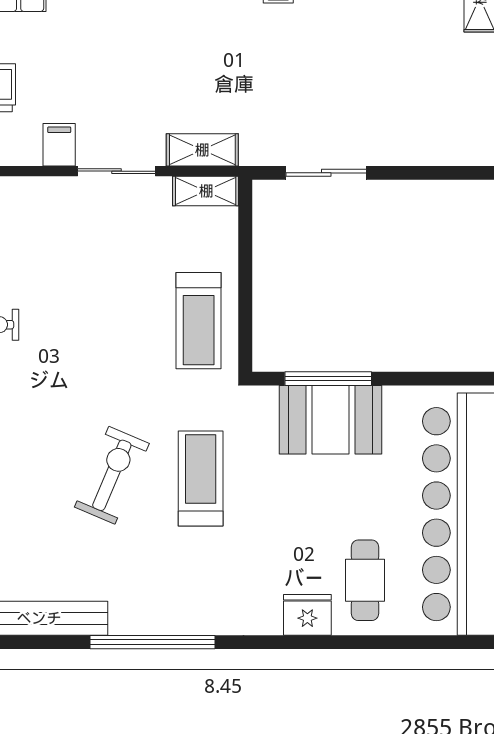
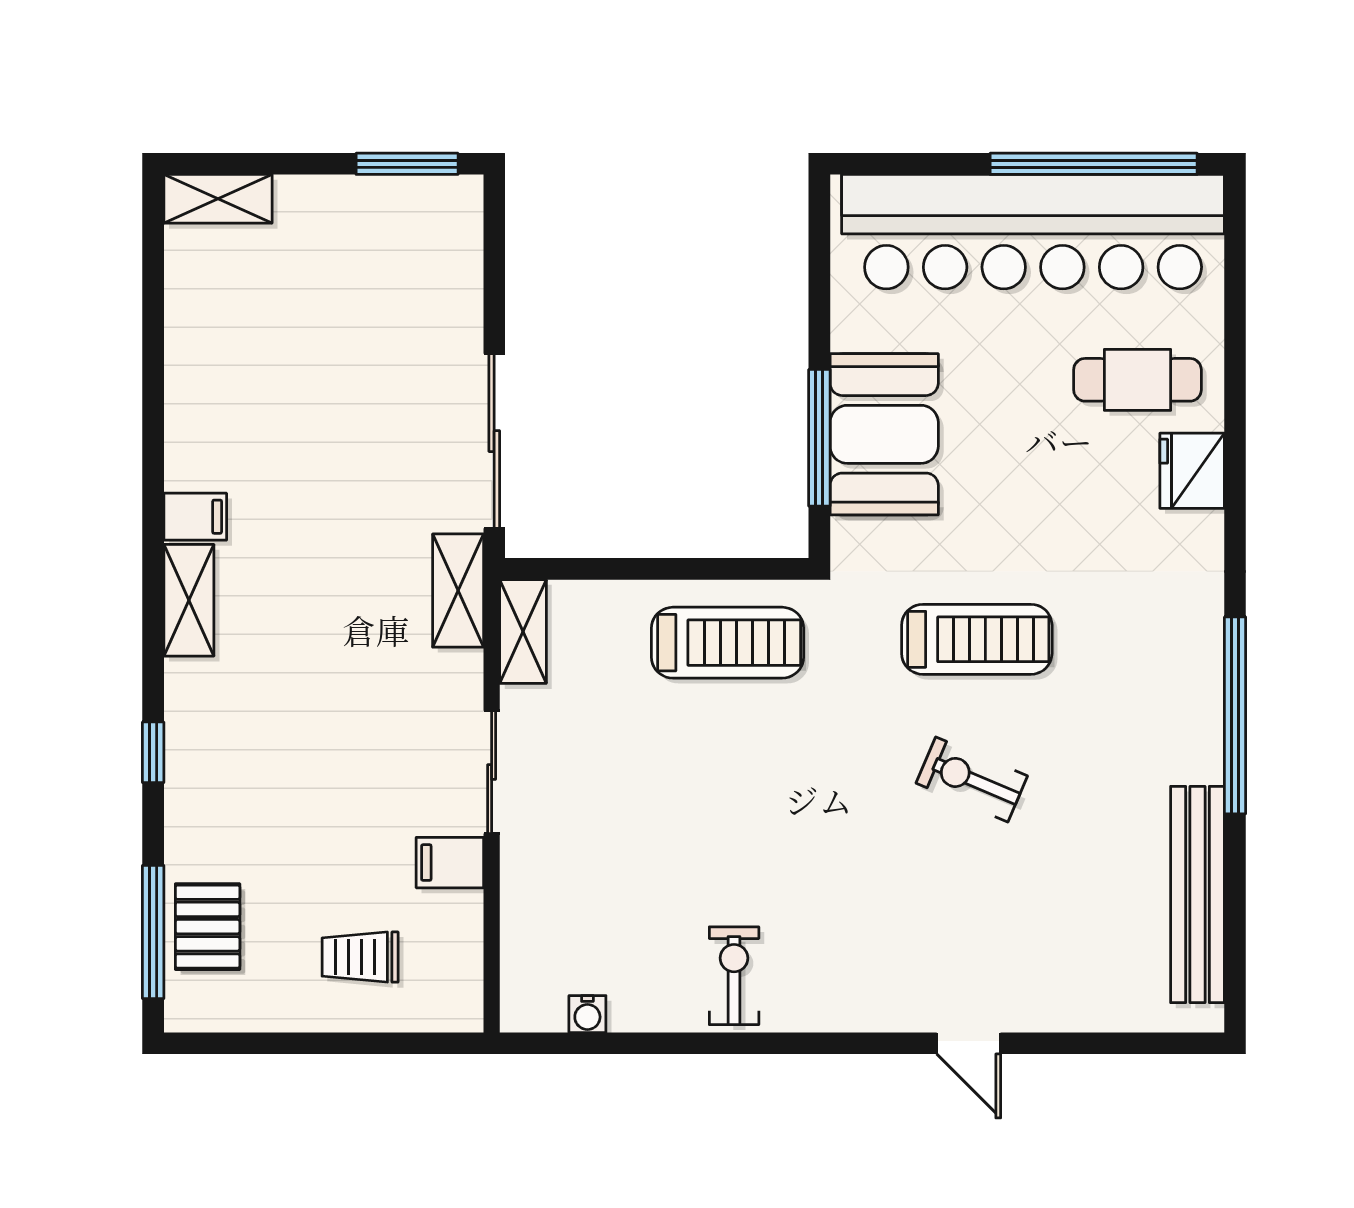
shelving: (202, 150) -> (458, 591), moved
sliding door: (326, 173) -> (494, 441), width x1.37
exercise bike: (112, 475) -> (972, 779), width x0.73, depth x0.72
treadmill: (201, 478) -> (977, 639), turned 180

